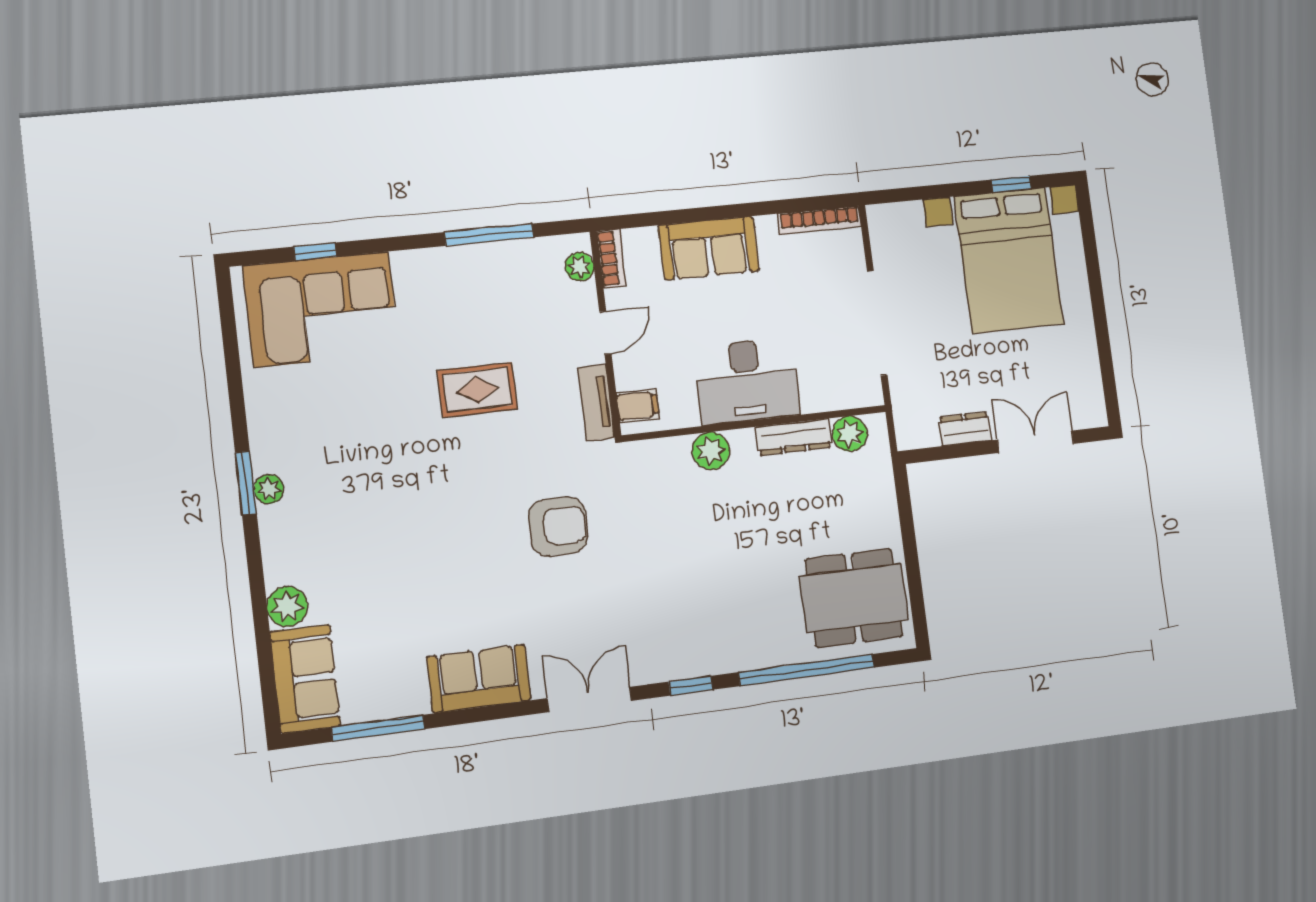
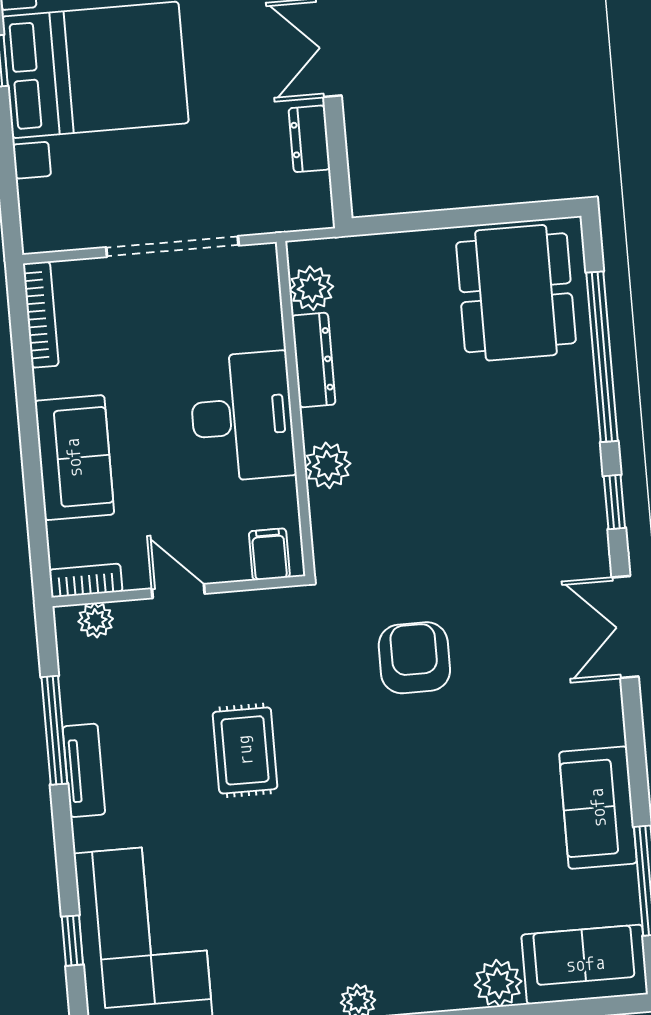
tv unit: (596, 403) -> (84, 770), moved, turned -90
sofa: (479, 679) -> (598, 808), moved

